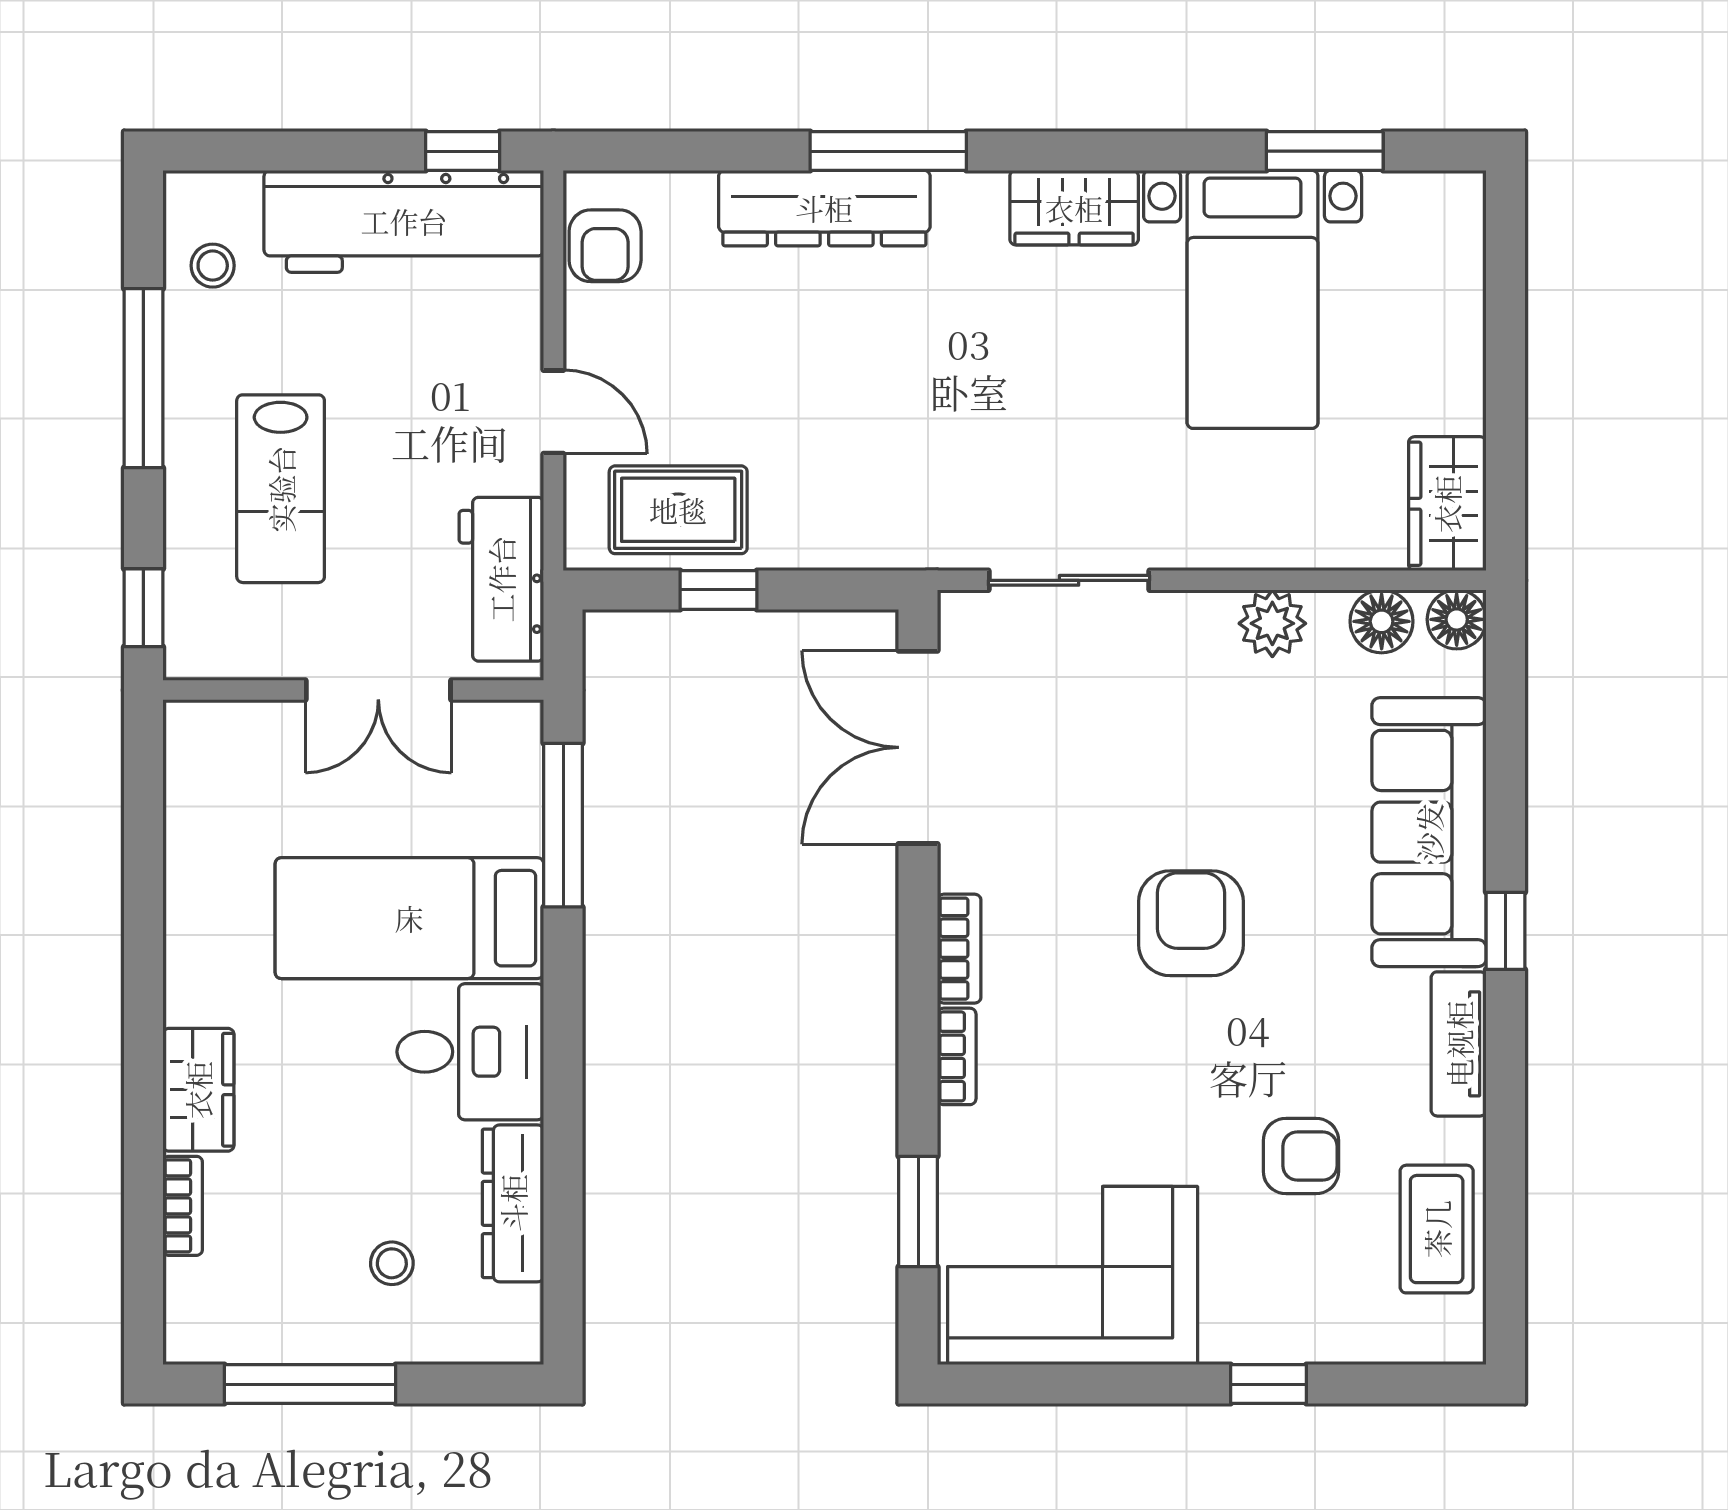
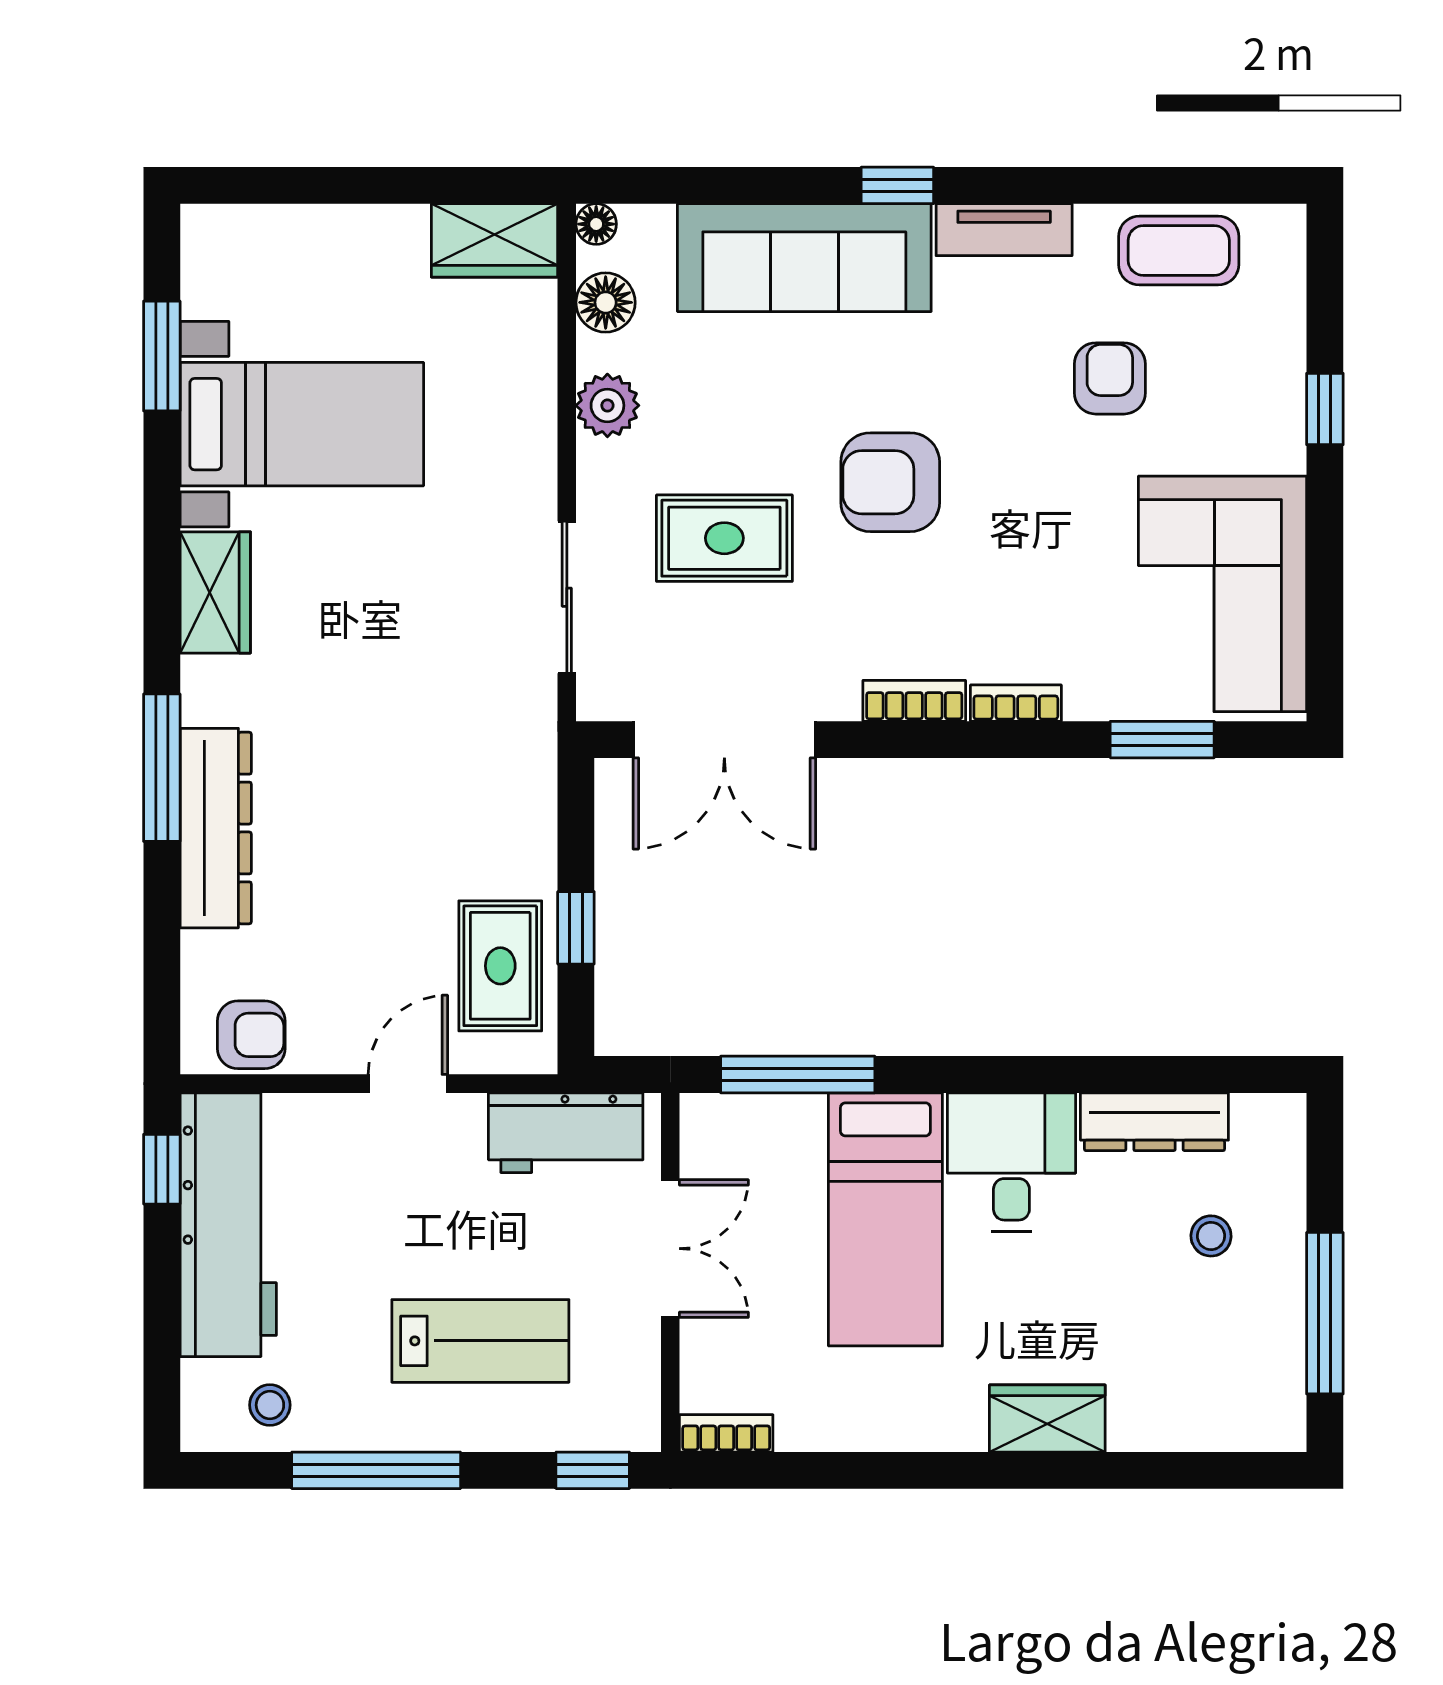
floor lamp: (1457, 619) -> (596, 224), width x0.73, depth x0.73
rug: (1132, 747) -> (724, 538), added
bookcase: (183, 1206) -> (726, 1433), moved

